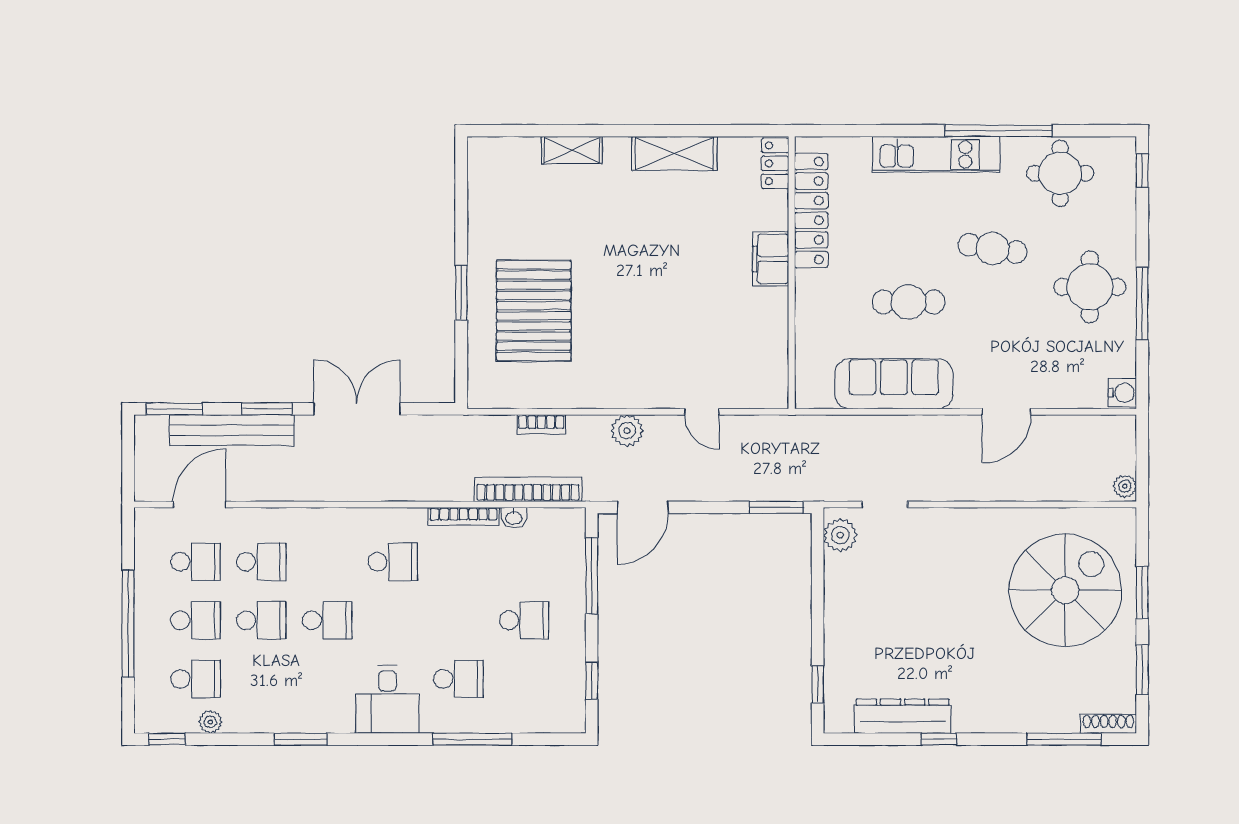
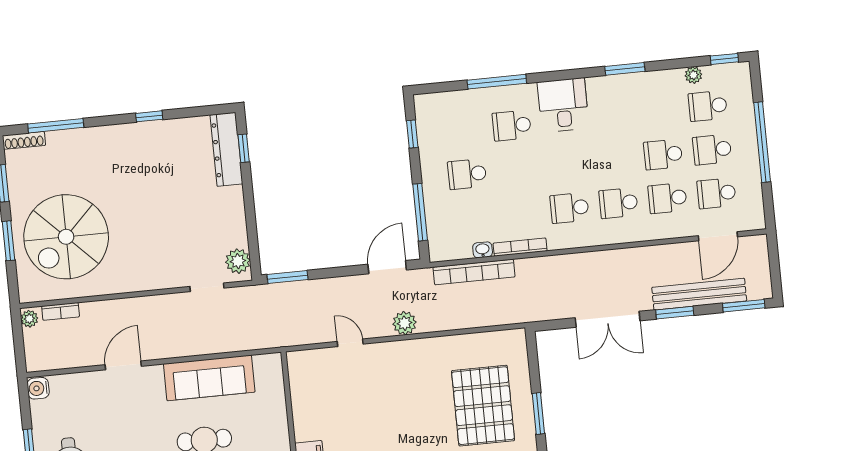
bookcase: (541, 424) -> (61, 311), moved, turned 180
school desk: (327, 620) -> (618, 203), moved
dresser: (903, 716) -> (226, 149), moved, turned 90

